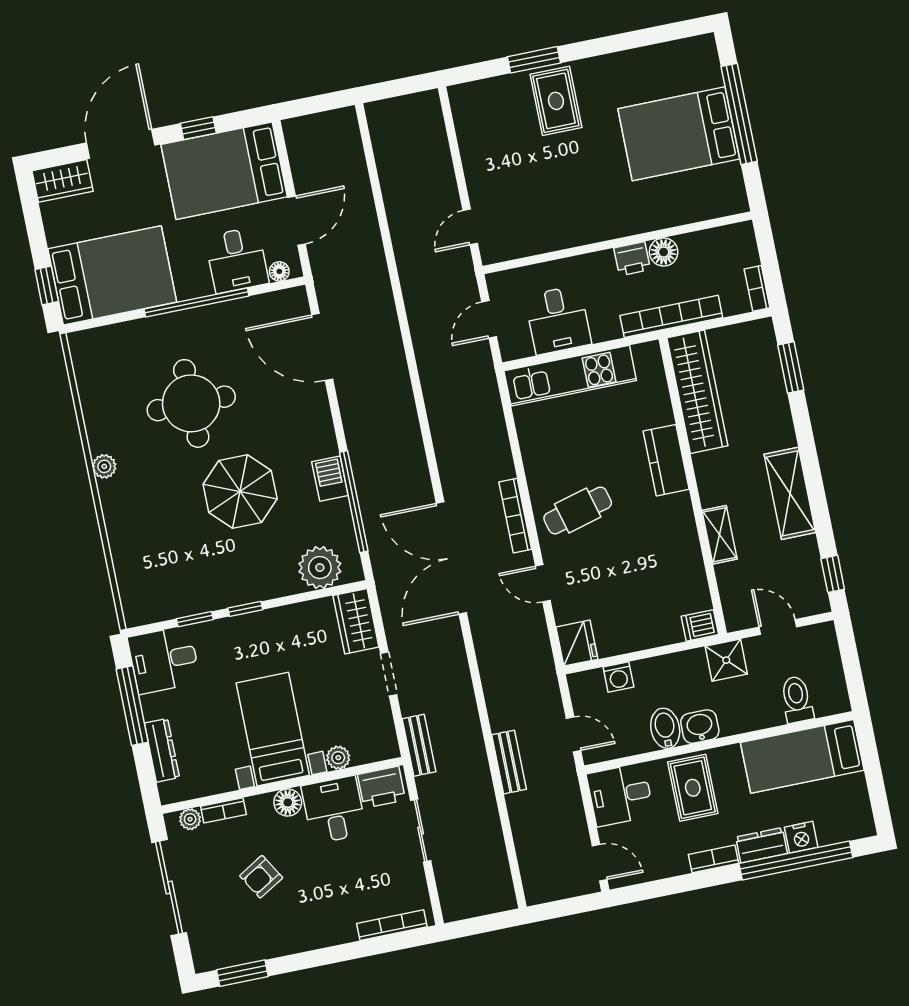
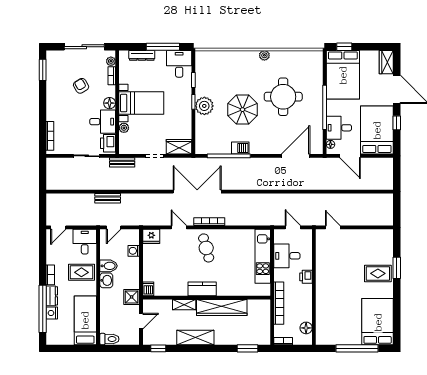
bed: (679, 134) -> (378, 322), moved
floor lamp: (664, 252) -> (306, 328), moved
printer: (632, 259) -> (306, 277), moved
wardrobe: (697, 392) -> (222, 308), moved
kitchen counter: (666, 460) -> (202, 289), moved
plant: (320, 568) -> (204, 106), moved
door: (543, 583) -> (179, 227), hinge flipped
toilet: (797, 699) -> (109, 339), moved

